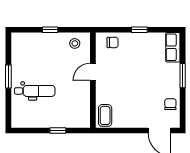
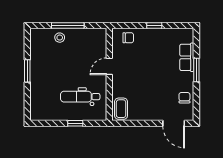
window: (50, 30) -> (68, 25), width x2.17
stool: (75, 43) -> (60, 38), moved
row of seats: (173, 47) -> (187, 57), moved
dental chair: (35, 91) -> (80, 97), moved, turned 180

